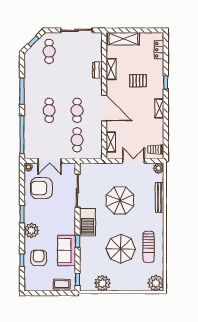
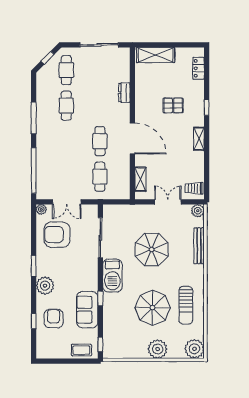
shelving: (111, 69) -> (141, 91), removed
cafe table: (49, 110) -> (66, 106), moved
plant: (102, 283) -> (158, 349), moved

